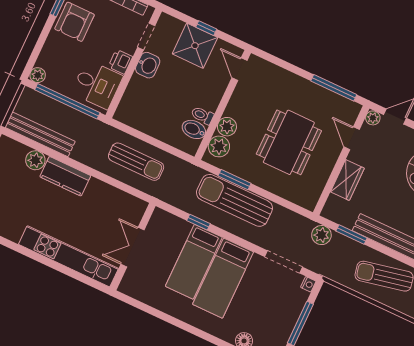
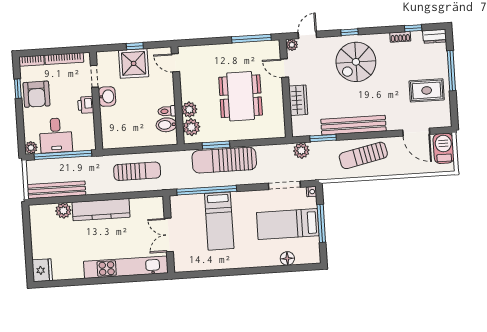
desk: (97, 84) -> (56, 135), moved, turned 90
kitchen counter: (65, 176) -> (101, 210), width x1.50
window: (198, 222) -> (207, 190), width x3.17
bed: (223, 278) -> (288, 224), moved, turned 90

